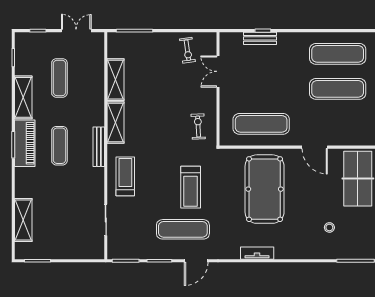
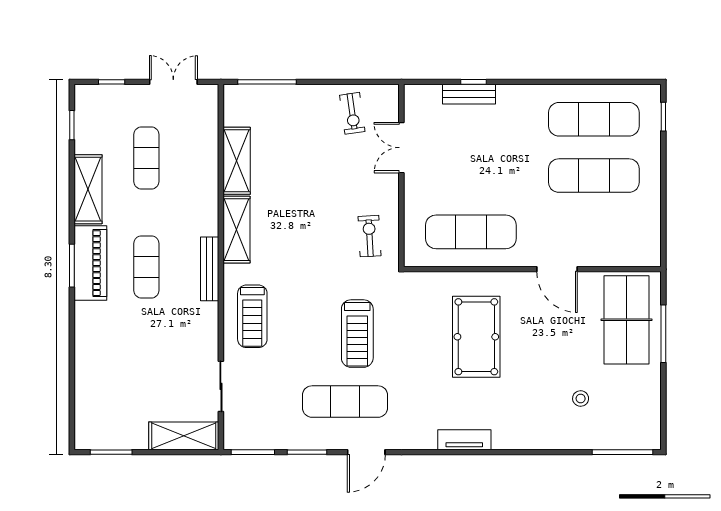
treadmill: (125, 176) -> (252, 316), turned 180
pool table: (265, 189) -> (476, 337), width x0.73, depth x0.76
shelving: (23, 220) -> (184, 436), moved, turned 90

